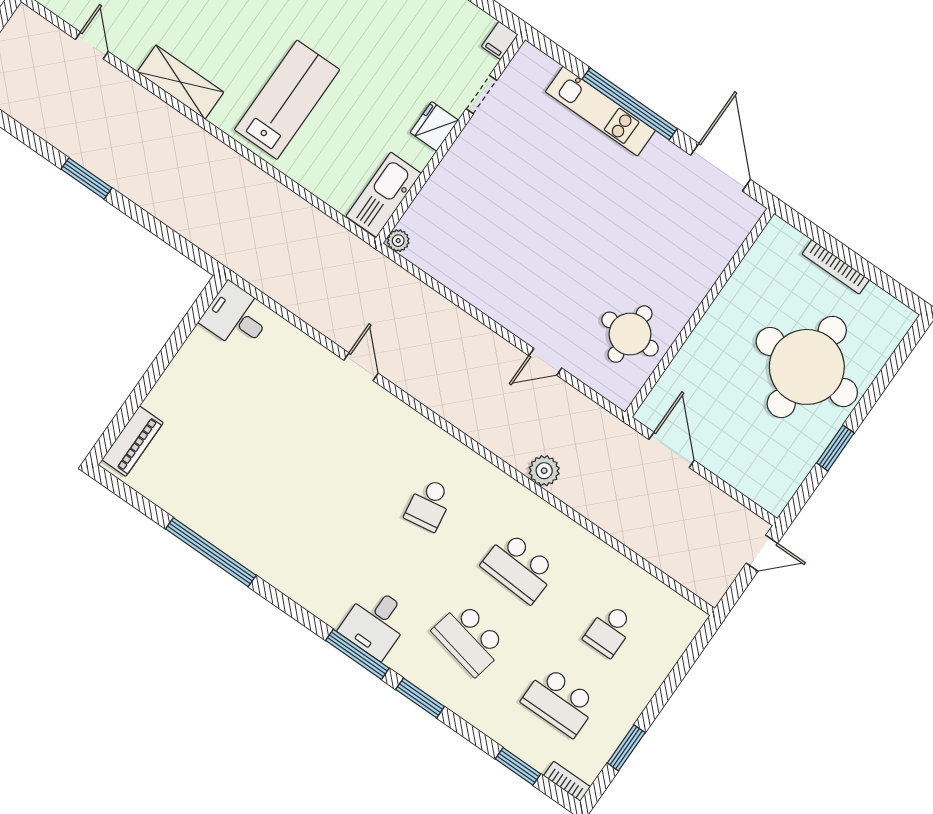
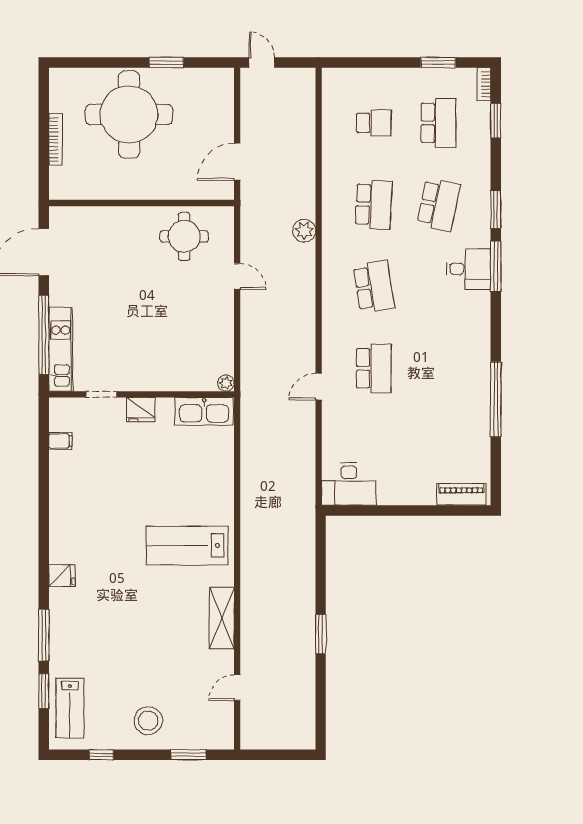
doorway: (481, 95) -> (101, 394), moved
fridge: (434, 126) -> (141, 410), moved
wall: (451, 139) -> (141, 394), moved
kitchen sink: (384, 195) -> (204, 411), moved
plant: (398, 241) -> (226, 383), moved
desk: (236, 317) -> (349, 484), width x1.37
school desk: (339, 442) -> (374, 368), added
school desk: (429, 505) -> (374, 286), width x1.85

